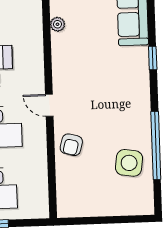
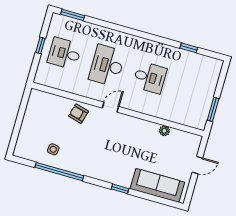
side table: (129, 163) -> (53, 149), width x0.54, depth x0.54

